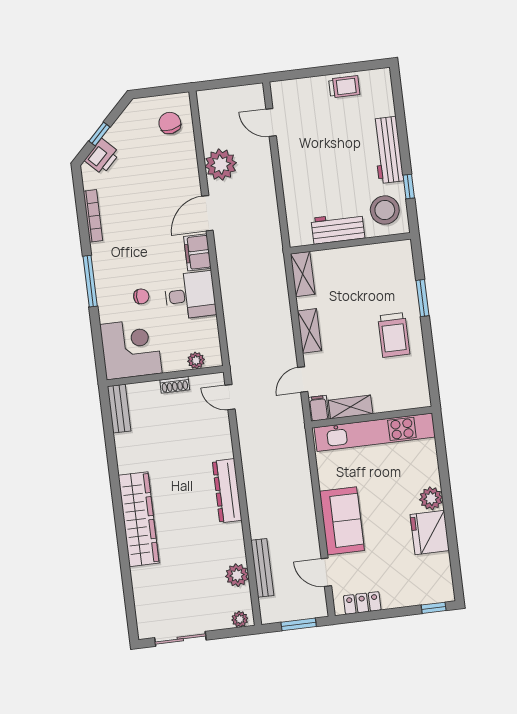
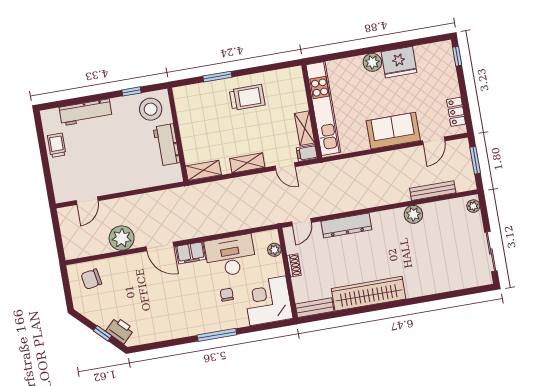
workbench: (388, 150) -> (86, 112), moved
bookcase: (93, 216) -> (166, 335), removed
desk: (190, 295) -> (231, 256), width x1.37
dresser: (227, 491) -> (346, 226), moved
wardrobe: (139, 519) -> (369, 294), moved
plant: (237, 575) -> (413, 214), moved

